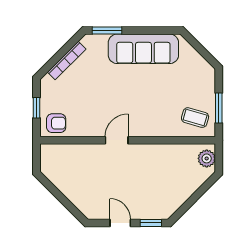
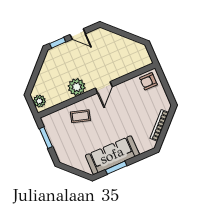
window: (107, 31) -> (116, 168), moved
window: (37, 108) -> (166, 86), removed
coffee table: (195, 118) -> (80, 116), moved
plant: (151, 156) -> (77, 87), added

